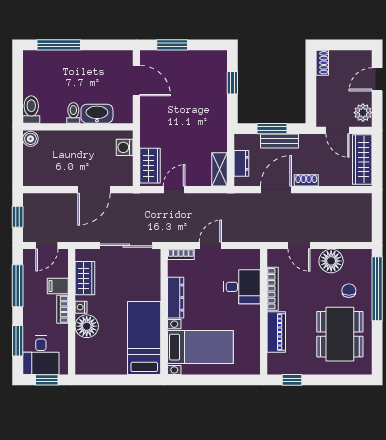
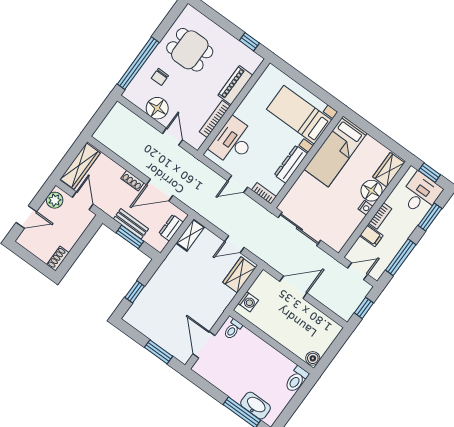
toilet: (73, 113) -> (233, 329), moved
washbasin: (97, 114) -> (256, 406), moved, turned 180
wardrobe: (85, 278) -> (389, 170), moved
desk: (242, 287) -> (233, 142), width x1.37
dining table: (340, 334) -> (190, 50), width x0.73

